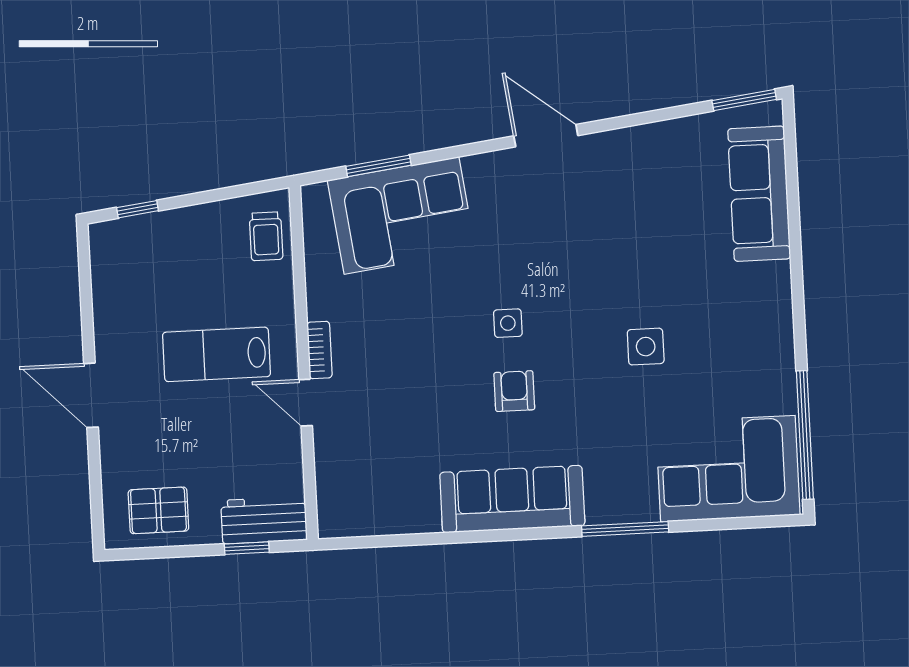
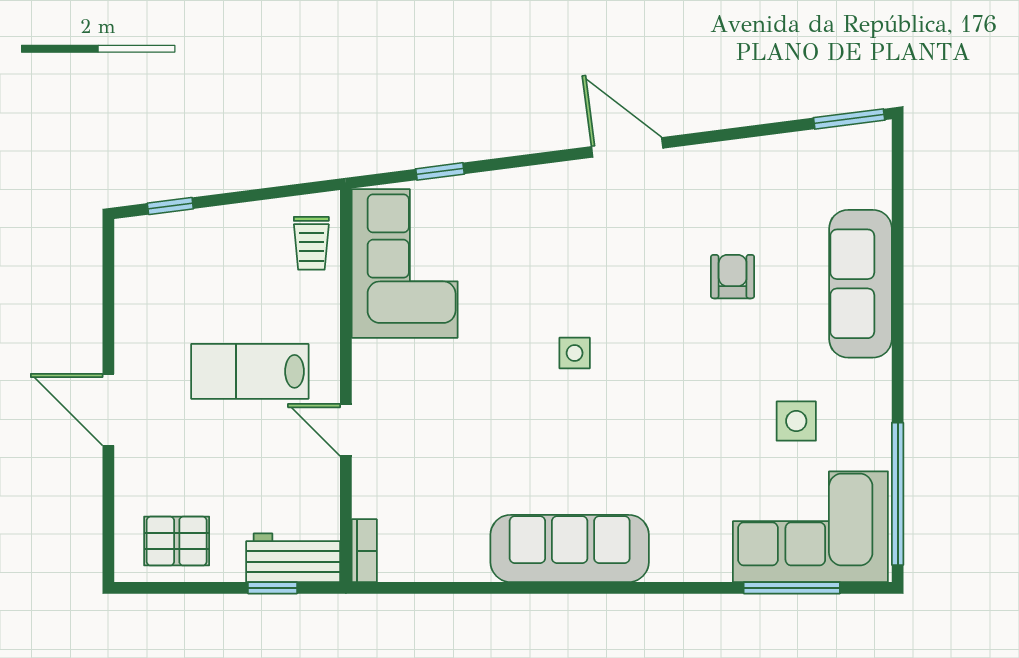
window: (378, 166) -> (440, 171), width x0.67
sofa: (759, 194) -> (860, 284), moved
corner sofa: (401, 215) -> (405, 264), moved, turned -83
side table: (646, 347) -> (796, 421), moved
bookcase: (319, 350) -> (364, 551), moved
armchair: (514, 391) -> (733, 277), moved
window: (625, 529) -> (792, 588), moved

